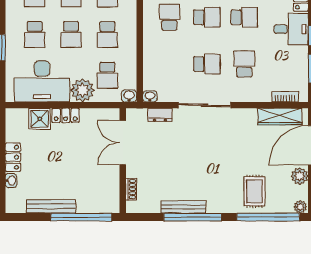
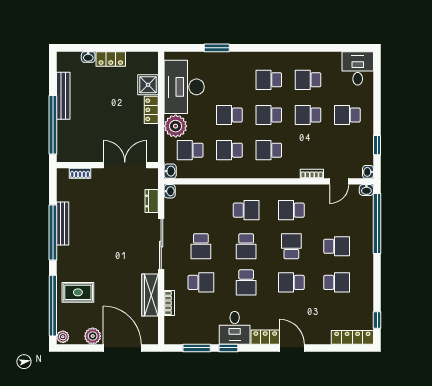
school desk: (35, 35) -> (229, 80), removed
bookcase: (285, 97) -> (169, 303), moved
wardrobe: (280, 117) -> (150, 295), moved

